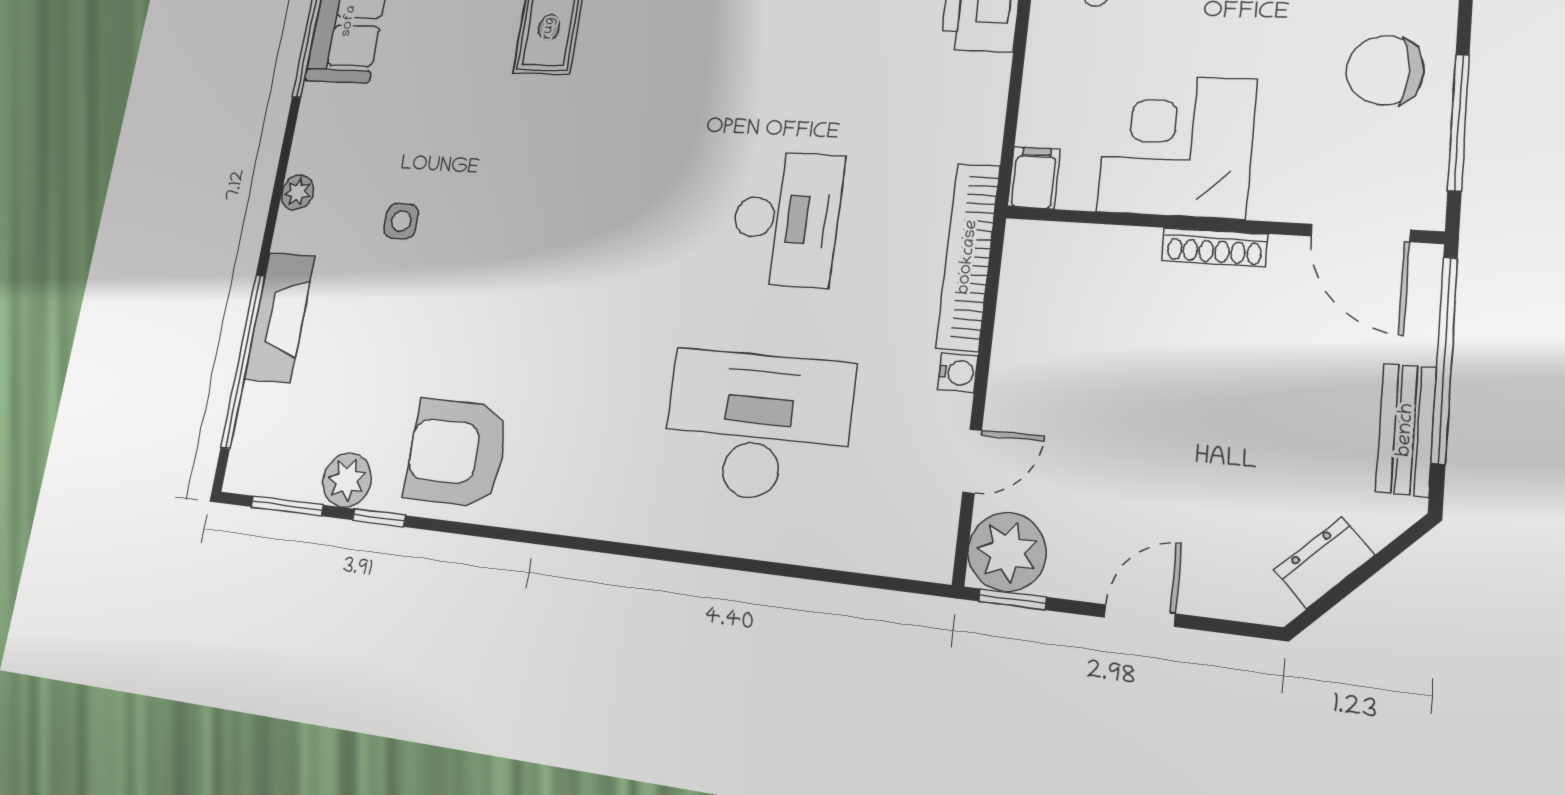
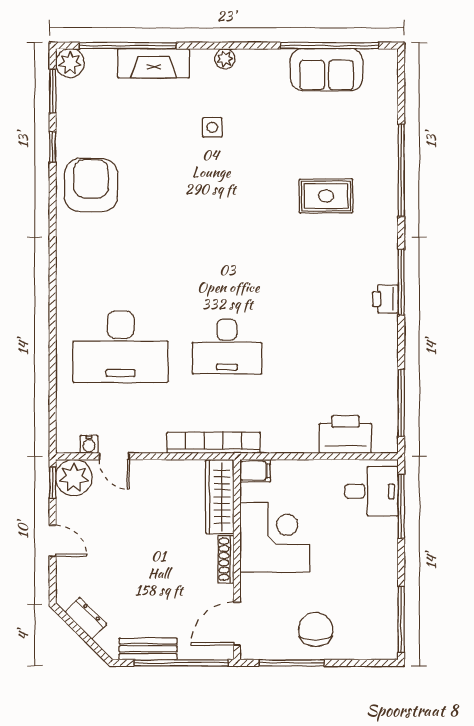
wardrobe: (1080, 252) -> (220, 497), added
water cooler: (958, 373) -> (89, 444), moved
desk: (757, 426) -> (121, 347), turned 90
plant: (347, 480) -> (70, 63), moved

